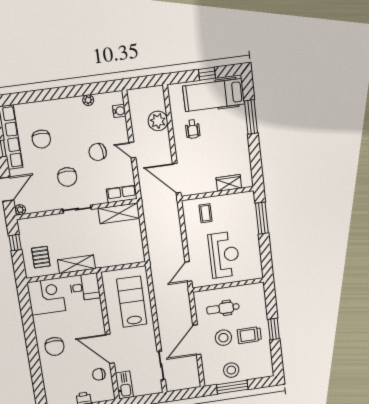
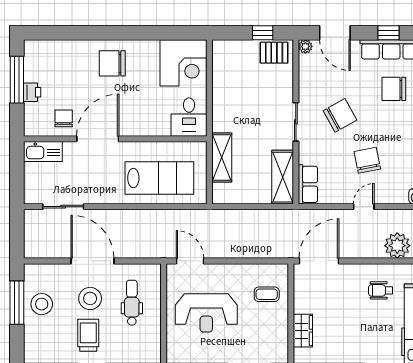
chair: (67, 177) -> (340, 115), turned 151
pallet: (41, 257) -> (274, 53), moved
shelving: (76, 264) -> (222, 157), moved

